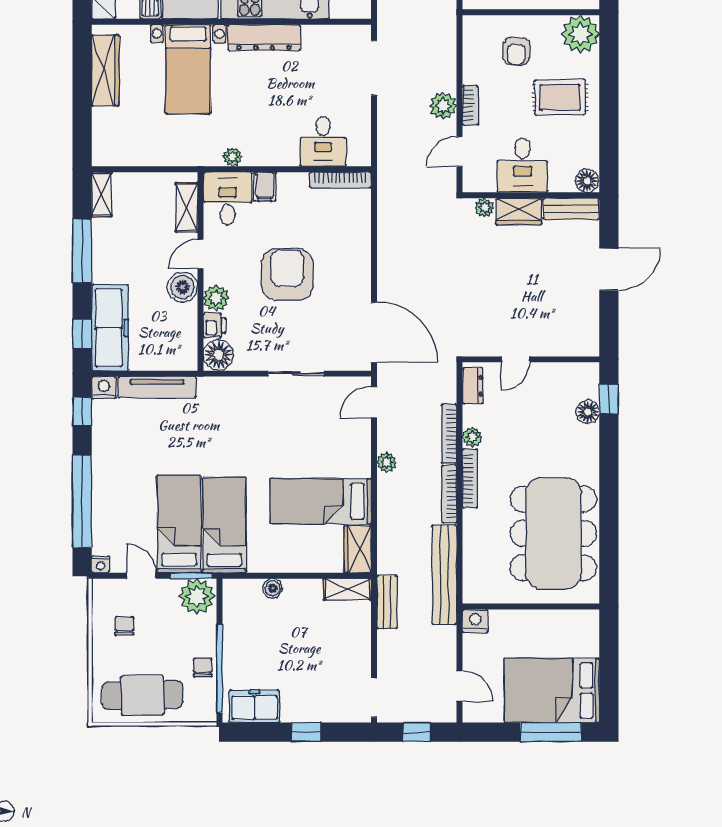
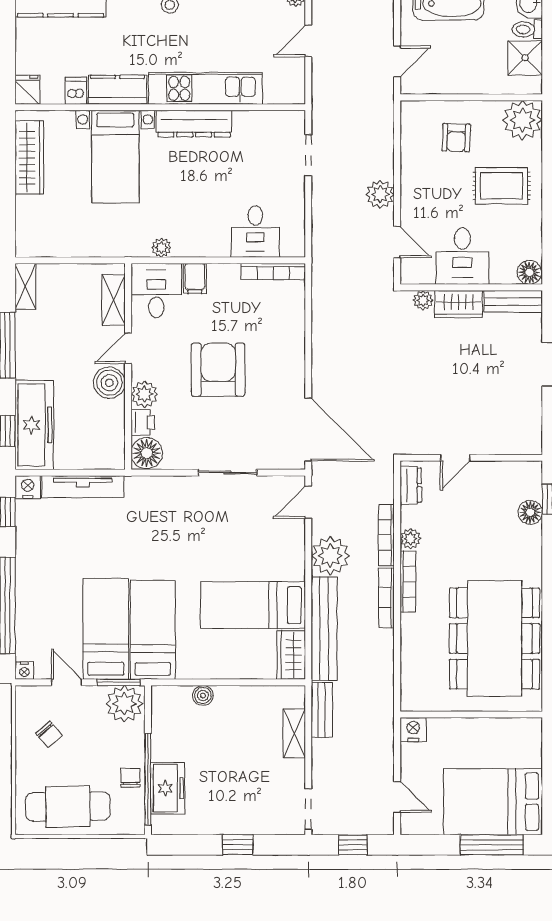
doorway: (374, 68) -> (308, 155), width x0.73
bookcase: (470, 105) -> (408, 194), removed
door: (460, 152) -> (397, 242), swing flipped
plant: (387, 462) -> (330, 556), width x1.87, depth x1.87
bench: (444, 575) -> (324, 629), moved
shelving: (347, 589) -> (294, 733), moved, turned 90
chair: (124, 626) -> (49, 735), turned 139
freezer: (255, 706) -> (168, 788), moved, turned 90

